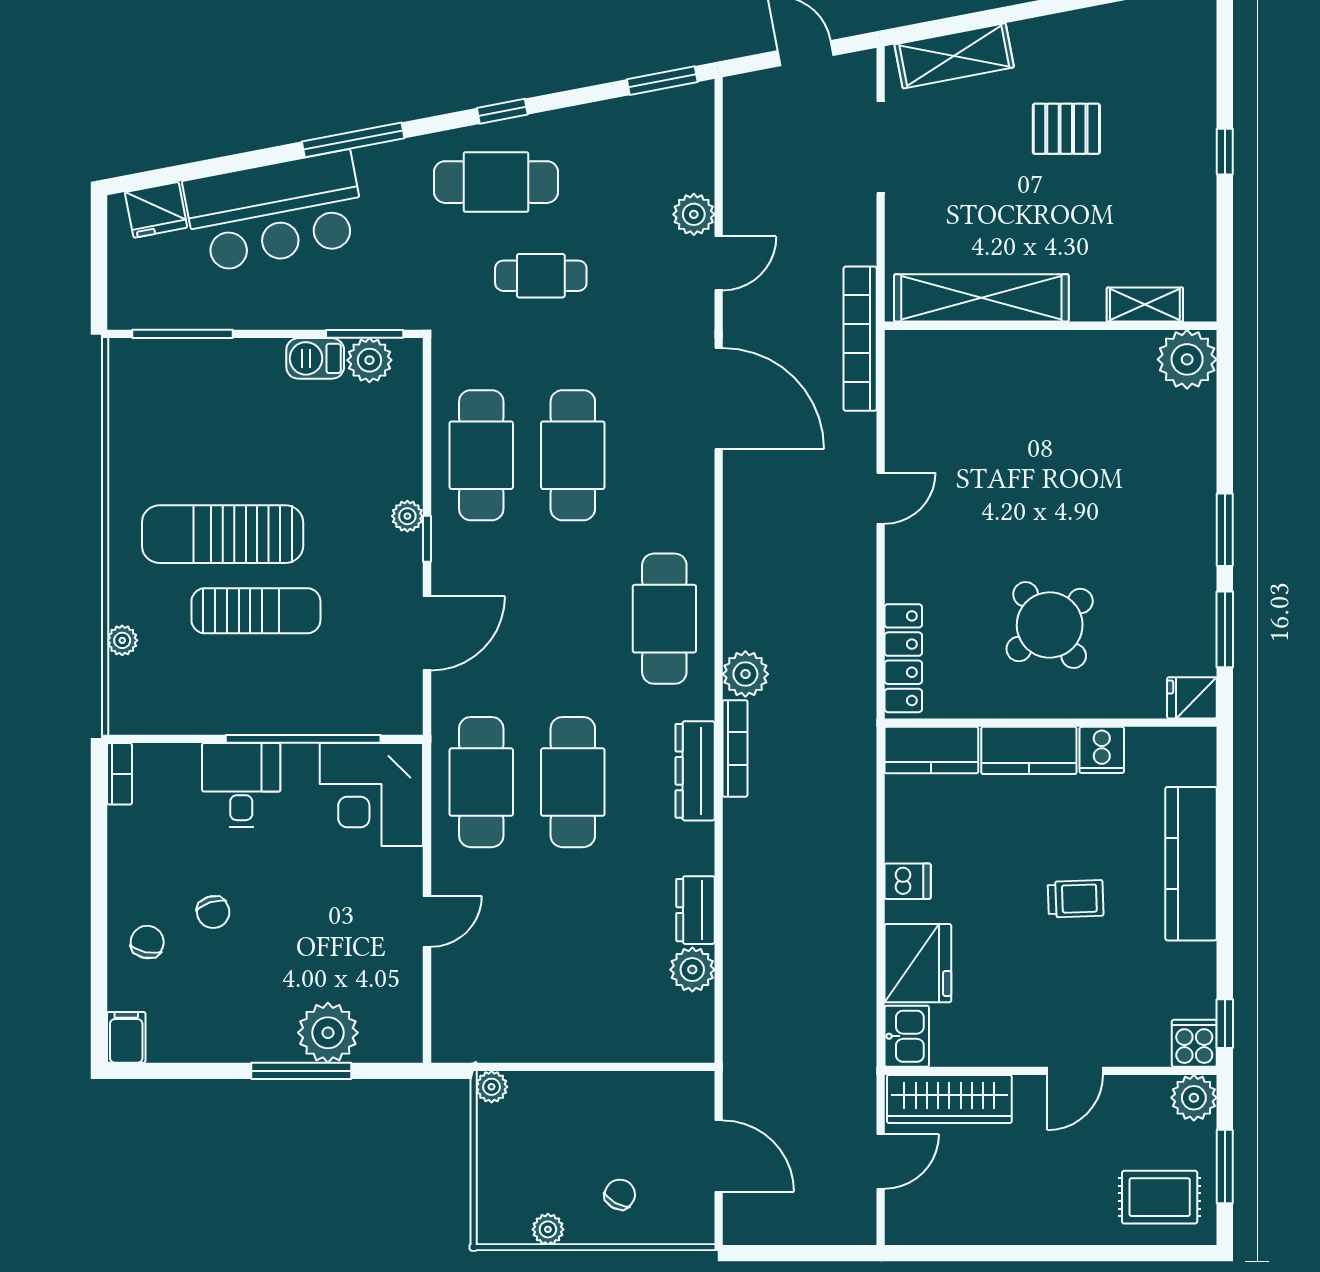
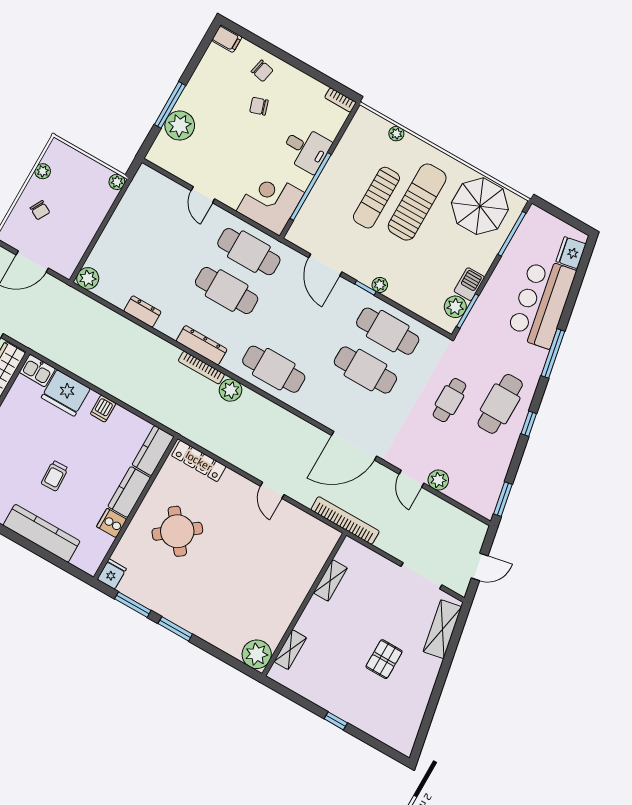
shelving: (981, 298) -> (330, 580), width x0.45, depth x0.75
parasol: (166, 418) -> (480, 206), added
plant: (692, 970) -> (88, 278), moved

